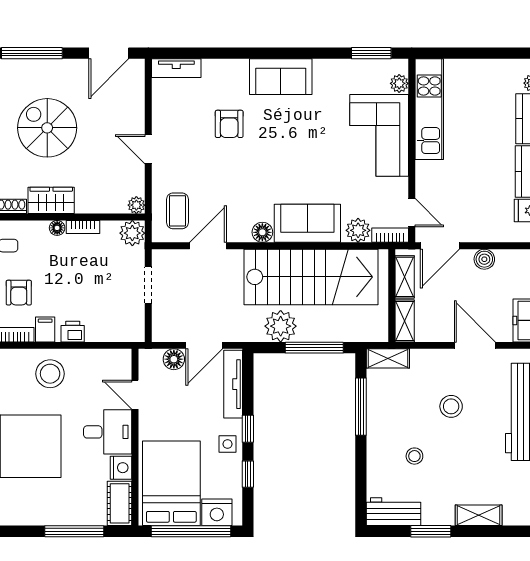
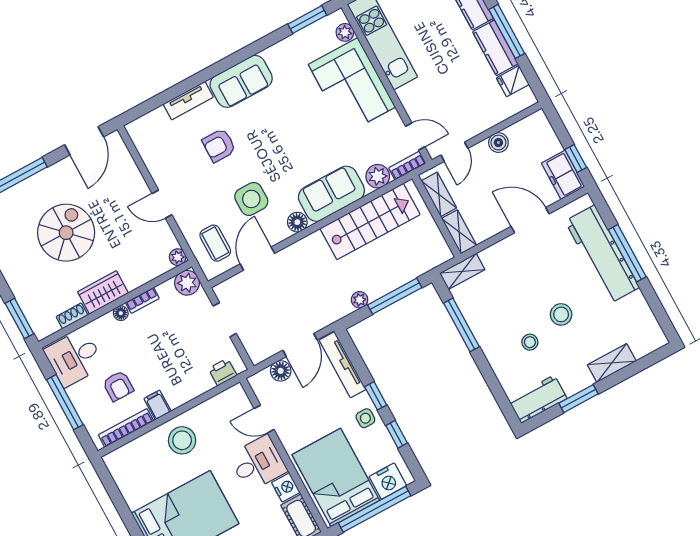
tv unit: (176, 68) -> (188, 101), moved
armchair: (229, 124) -> (219, 145), turned 90
spiral stairs: (47, 128) -> (66, 233), turned 90
side table: (232, 189) -> (251, 199), added
door: (440, 246) -> (454, 152), width x0.73
stairs: (311, 277) -> (370, 221), width x0.73, depth x0.66
plant: (281, 326) -> (360, 300), width x0.53, depth x0.53
printer: (73, 332) -> (223, 372), moved
stool: (451, 406) -> (561, 314), moved

